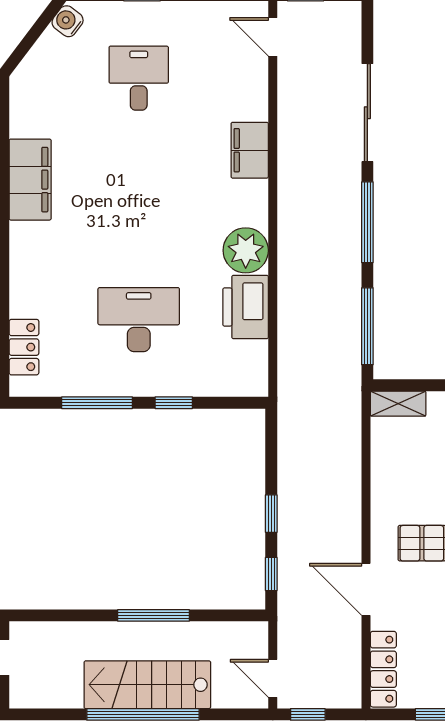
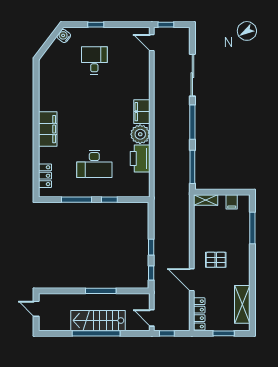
filing cabinet: (250, 150) -> (142, 112), moved
filing cabinet: (30, 180) -> (48, 129), moved
desk: (139, 320) -> (94, 164), turned 180

